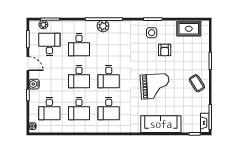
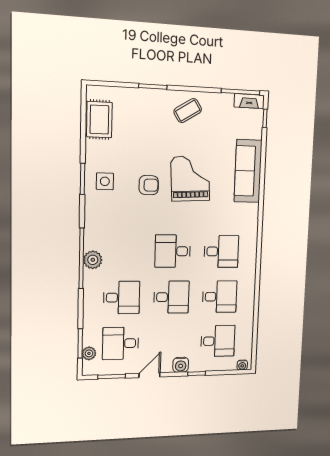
armchair: (165, 50) -> (149, 185), moved
desk: (109, 77) -> (173, 251), turned 180

